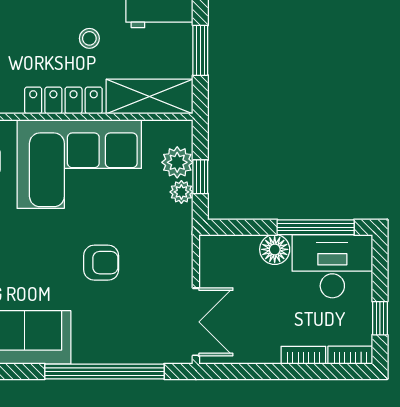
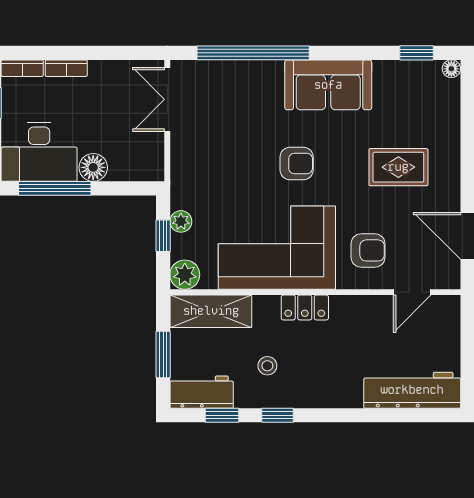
locker: (63, 100) -> (305, 307), width x0.66
plant: (177, 162) -> (185, 275), moved
armchair: (101, 263) -> (297, 164), moved, turned 180

